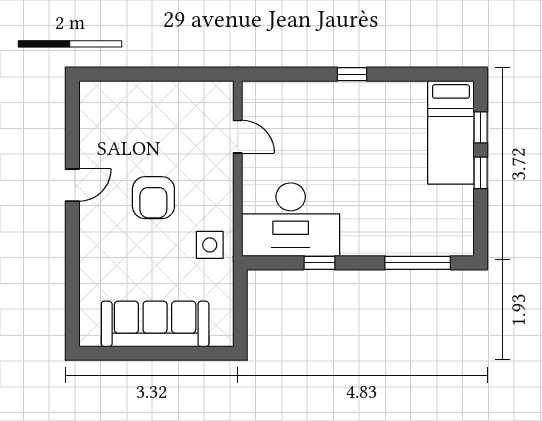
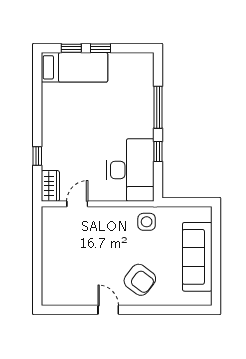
window: (352, 74) -> (37, 156), moved
wardrobe: (266, 95) -> (50, 186), added
armchair: (153, 198) -> (140, 280), moved, turned 37
window: (418, 263) -> (158, 107), moved

